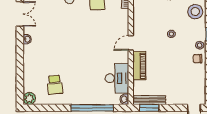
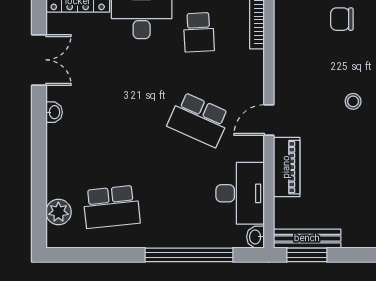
school desk: (97, 43) -> (199, 120), added
school desk: (55, 85) -> (111, 207), width x1.85
plant: (29, 99) -> (58, 212), moved

